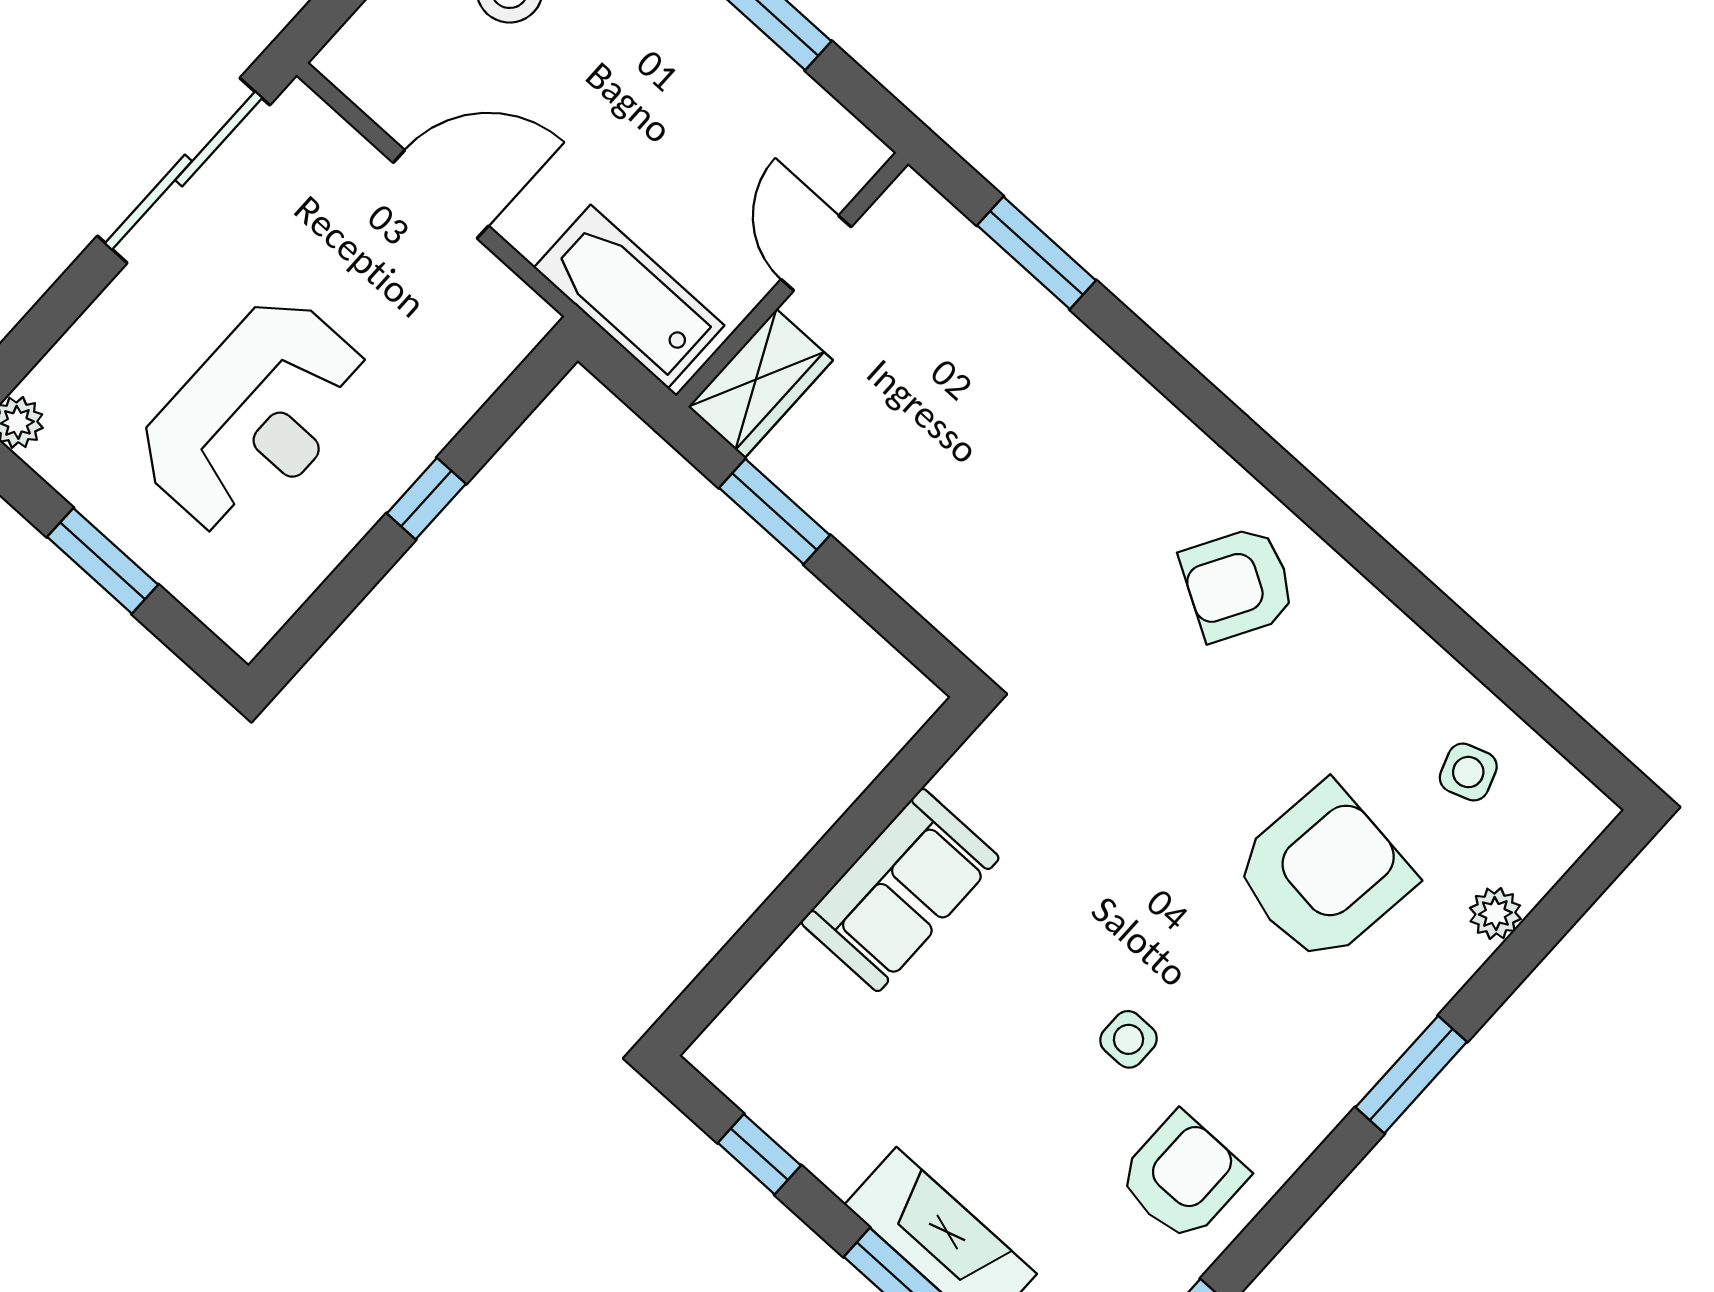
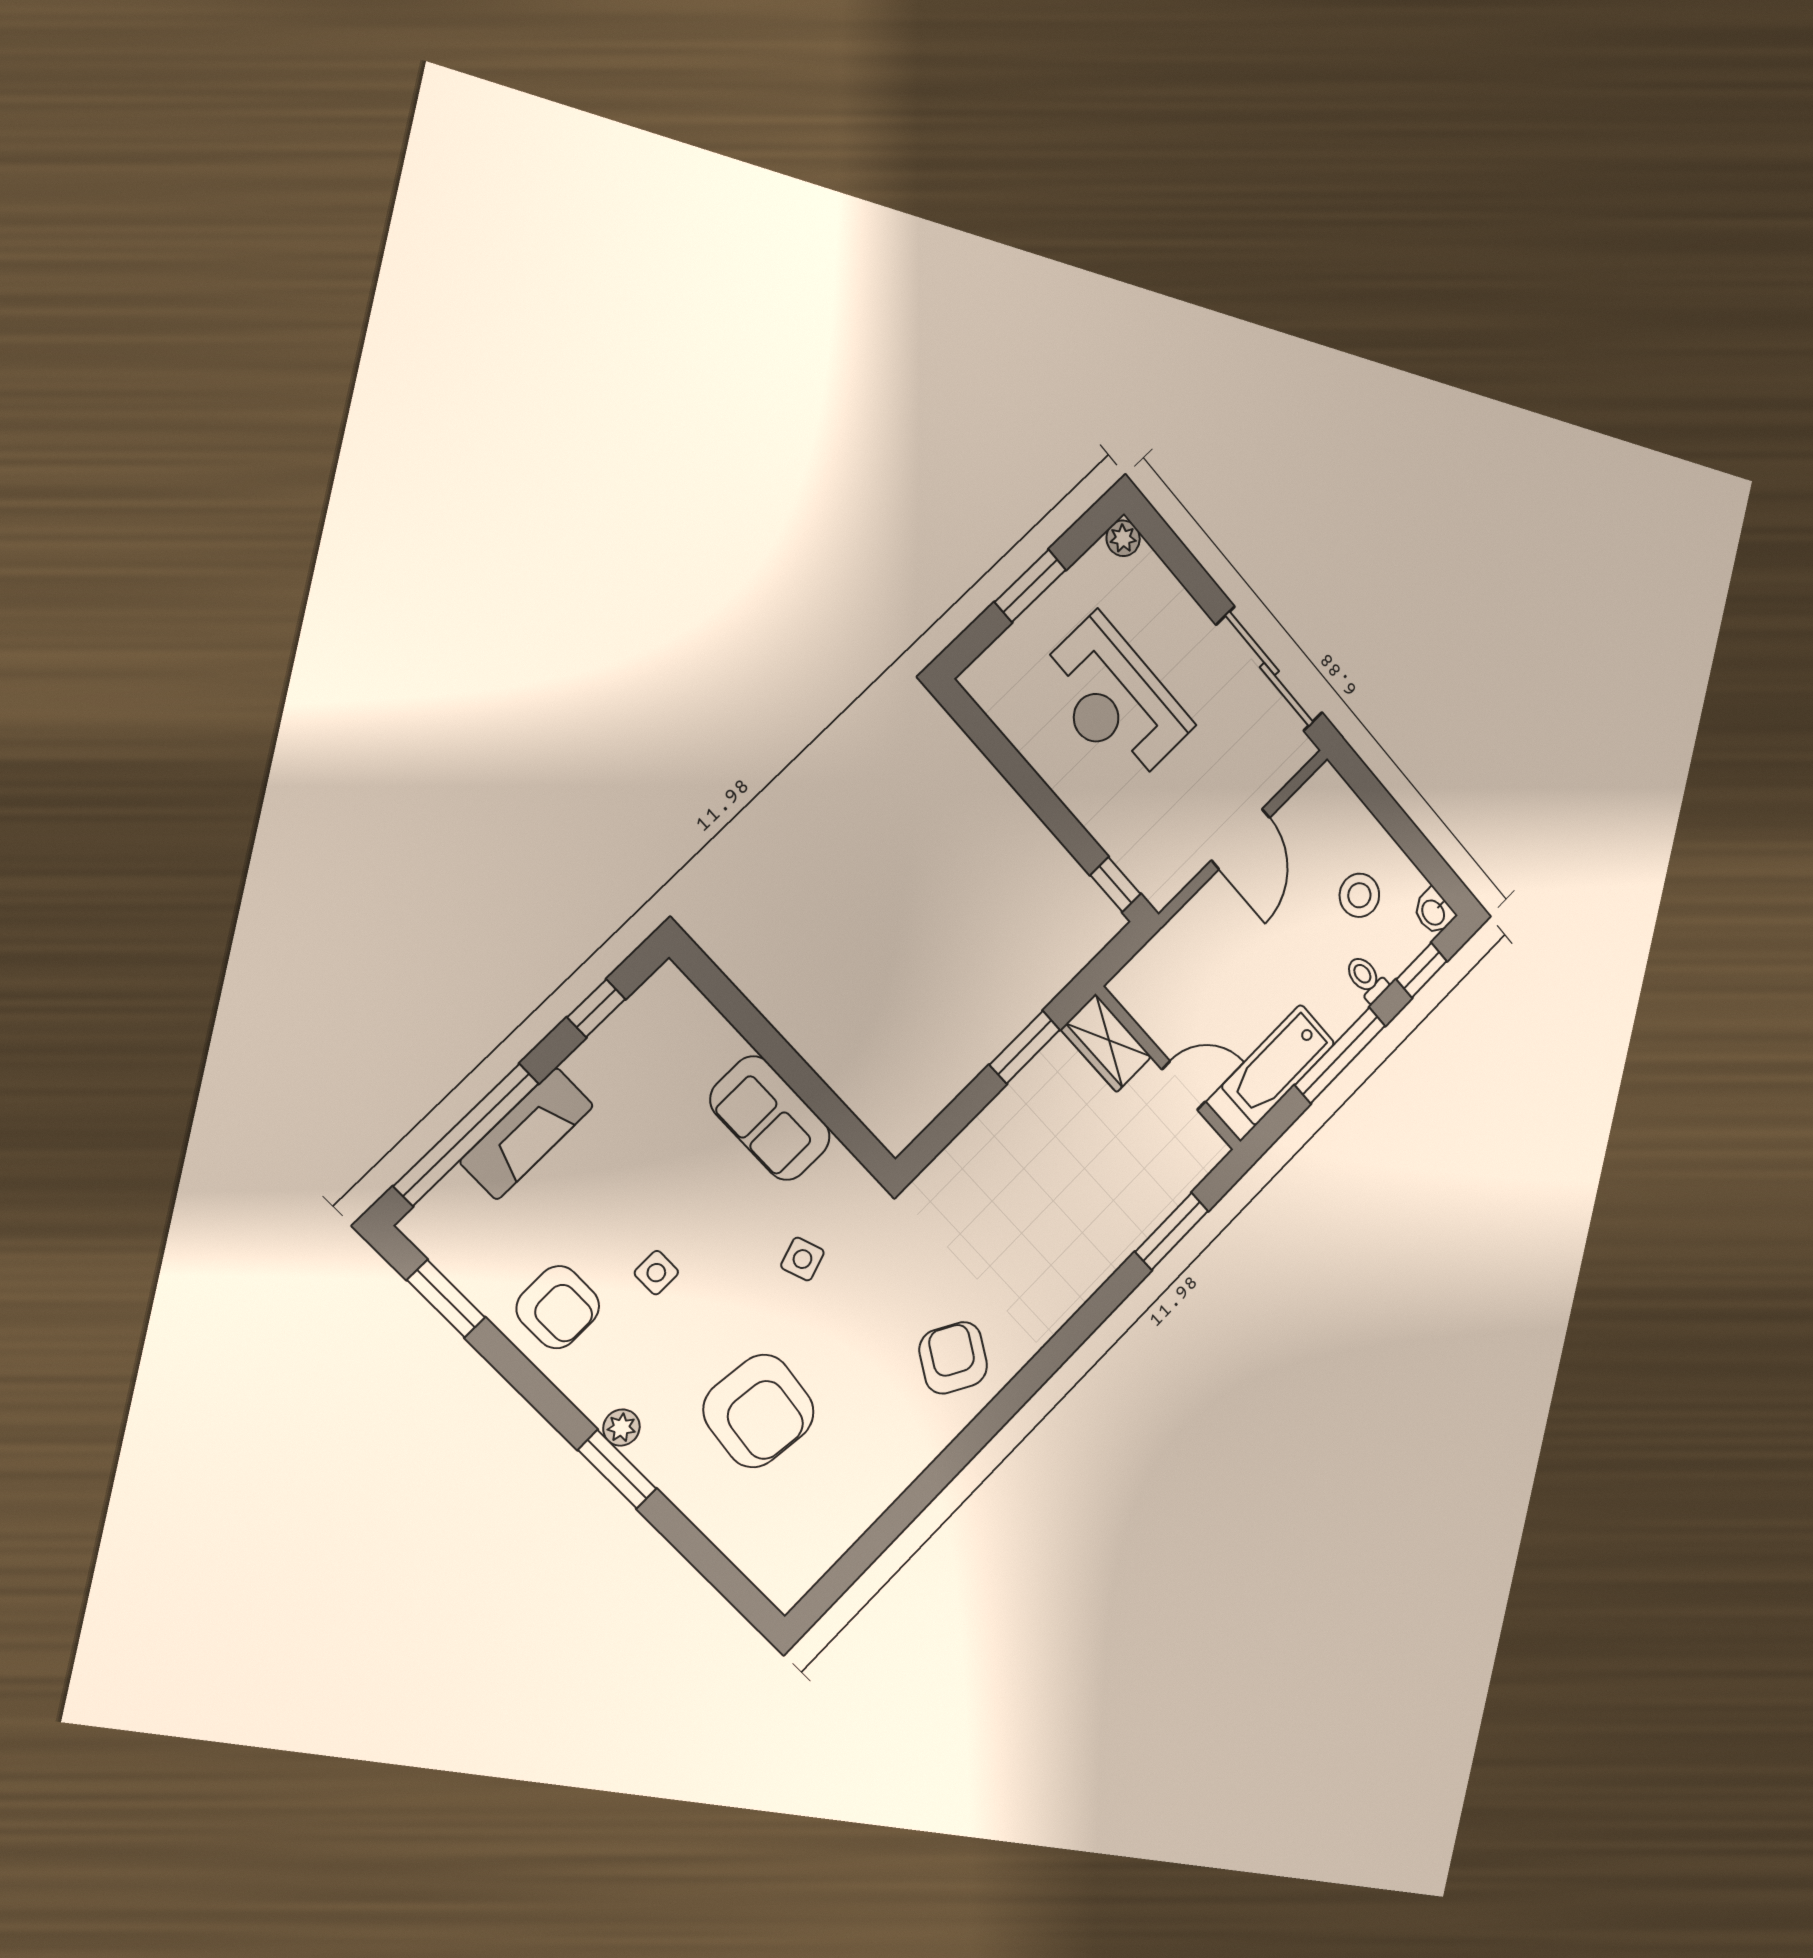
bathtub: (629, 297) -> (1278, 1065), moved, turned 180
window: (426, 499) -> (1115, 885), moved
side table: (1468, 772) -> (802, 1259), moved
plant: (1495, 913) -> (621, 1428), moved

